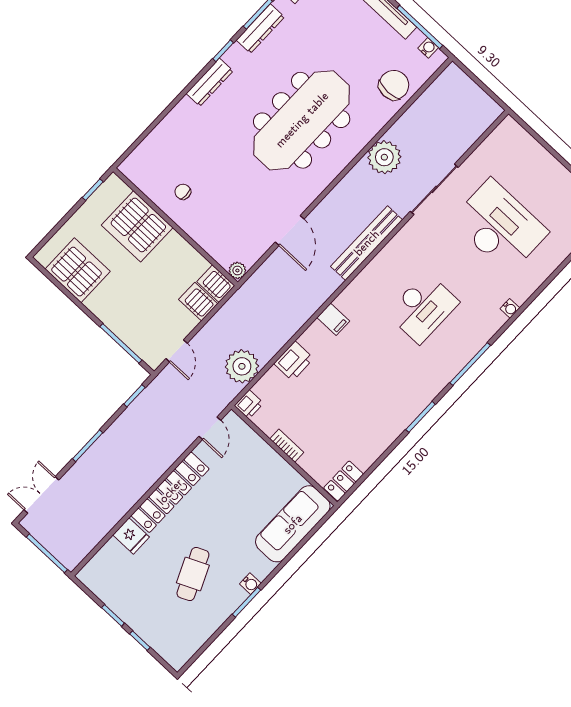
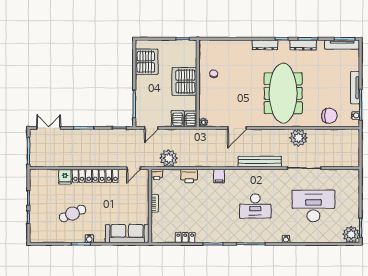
meeting table: (302, 120) -> (283, 93), turned 90
server rack: (137, 226) -> (184, 81), moved
desk: (500, 226) -> (313, 206), turned -90
locker: (344, 481) -> (185, 238), moved

